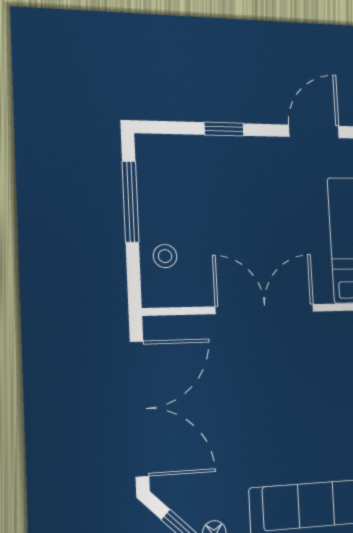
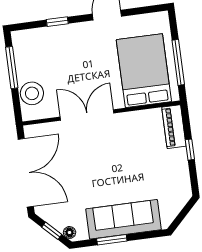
stool: (165, 256) -> (32, 93), width x1.89, depth x1.89

